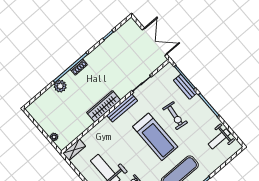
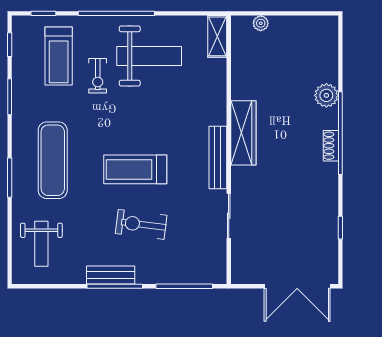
double door: (155, 42) -> (297, 286), moved
bench: (185, 87) -> (111, 275), moved
treadmill: (155, 137) -> (135, 169), width x0.73, depth x0.73
weight bench: (219, 139) -> (41, 244), moved, turned 180

